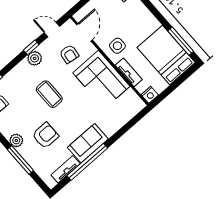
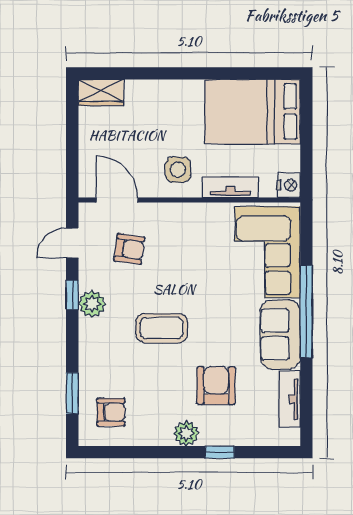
window: (181, 41) -> (251, 73), removed
corner sofa: (101, 80) -> (268, 252), moved, turned 90
window: (20, 160) -> (220, 452), width x0.46
window: (87, 162) -> (306, 312), moved

